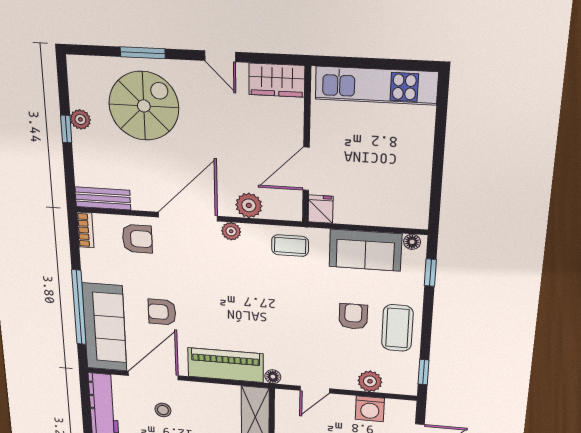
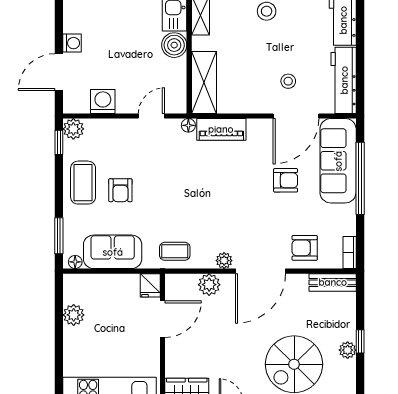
plant: (418, 181) -> (74, 315), added
window: (430, 273) -> (59, 236), width x1.50
piano: (226, 365) -> (221, 129), width x0.73, depth x0.75
plant: (370, 381) -> (73, 129), moved

